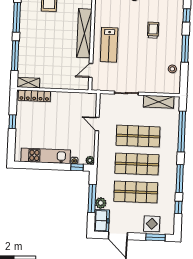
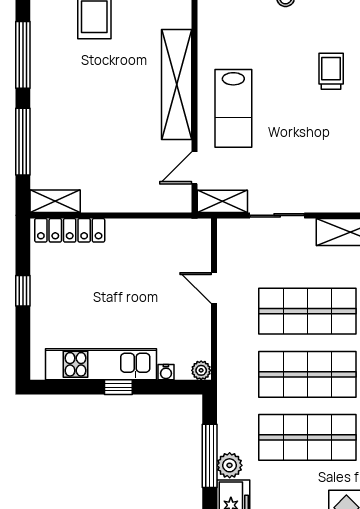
shelving: (102, 86) -> (222, 201), added
window: (77, 167) -> (118, 387), moved

